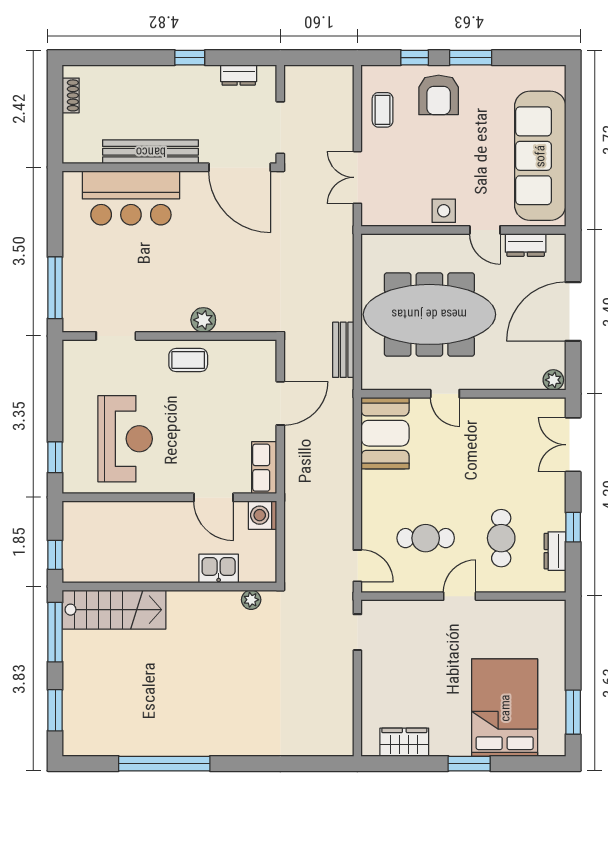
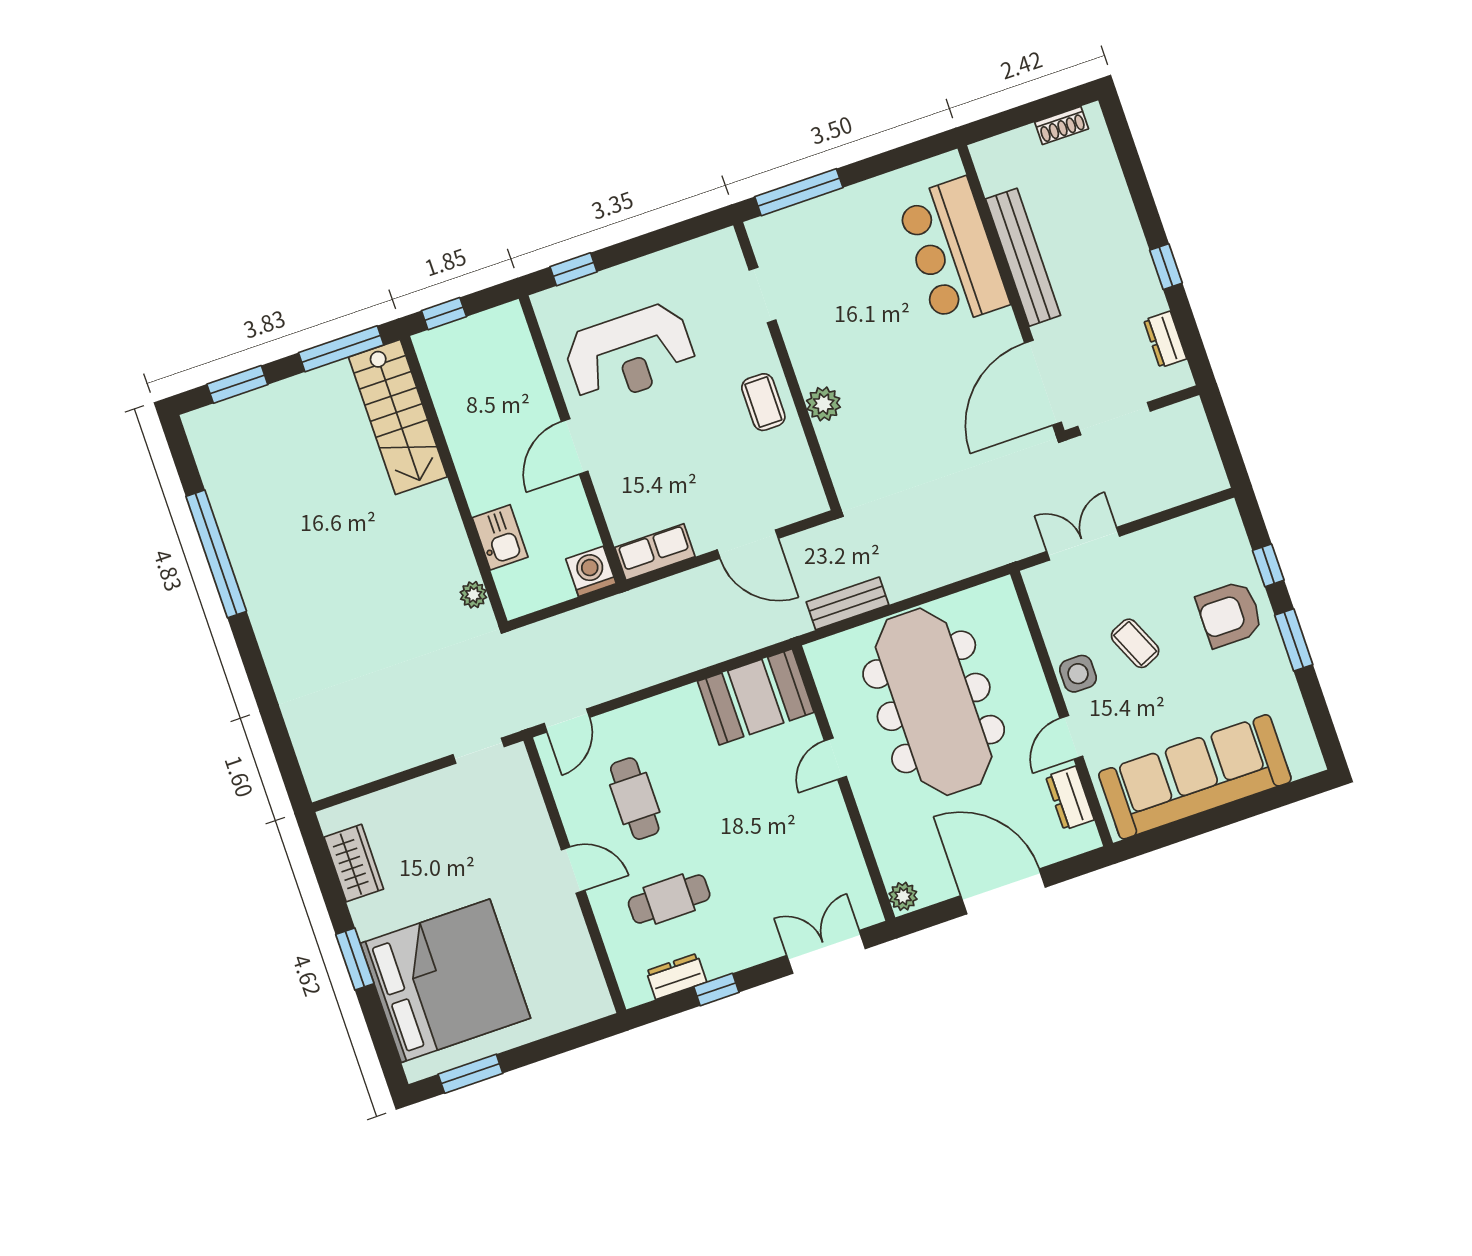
coffee table: (383, 110) -> (1135, 643), moved, turned 66
door: (214, 497) -> (575, 446), moved
bed: (505, 708) -> (445, 981), width x1.36

